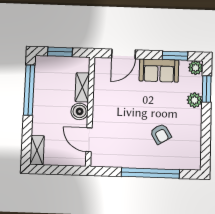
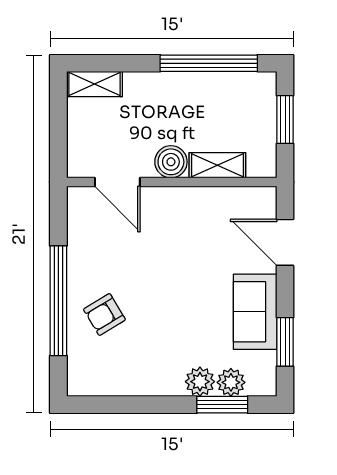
plant: (196, 68) -> (231, 382), moved
armchair: (161, 134) -> (104, 314), moved
door: (89, 140) -> (117, 182), swing flipped

